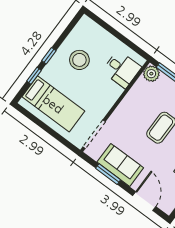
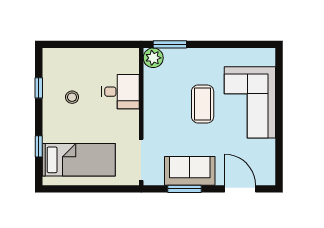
window: (49, 56) -> (39, 88), moved
stool: (79, 60) -> (72, 97), width x0.53, depth x0.53
desk: (122, 69) -> (120, 92), moved

